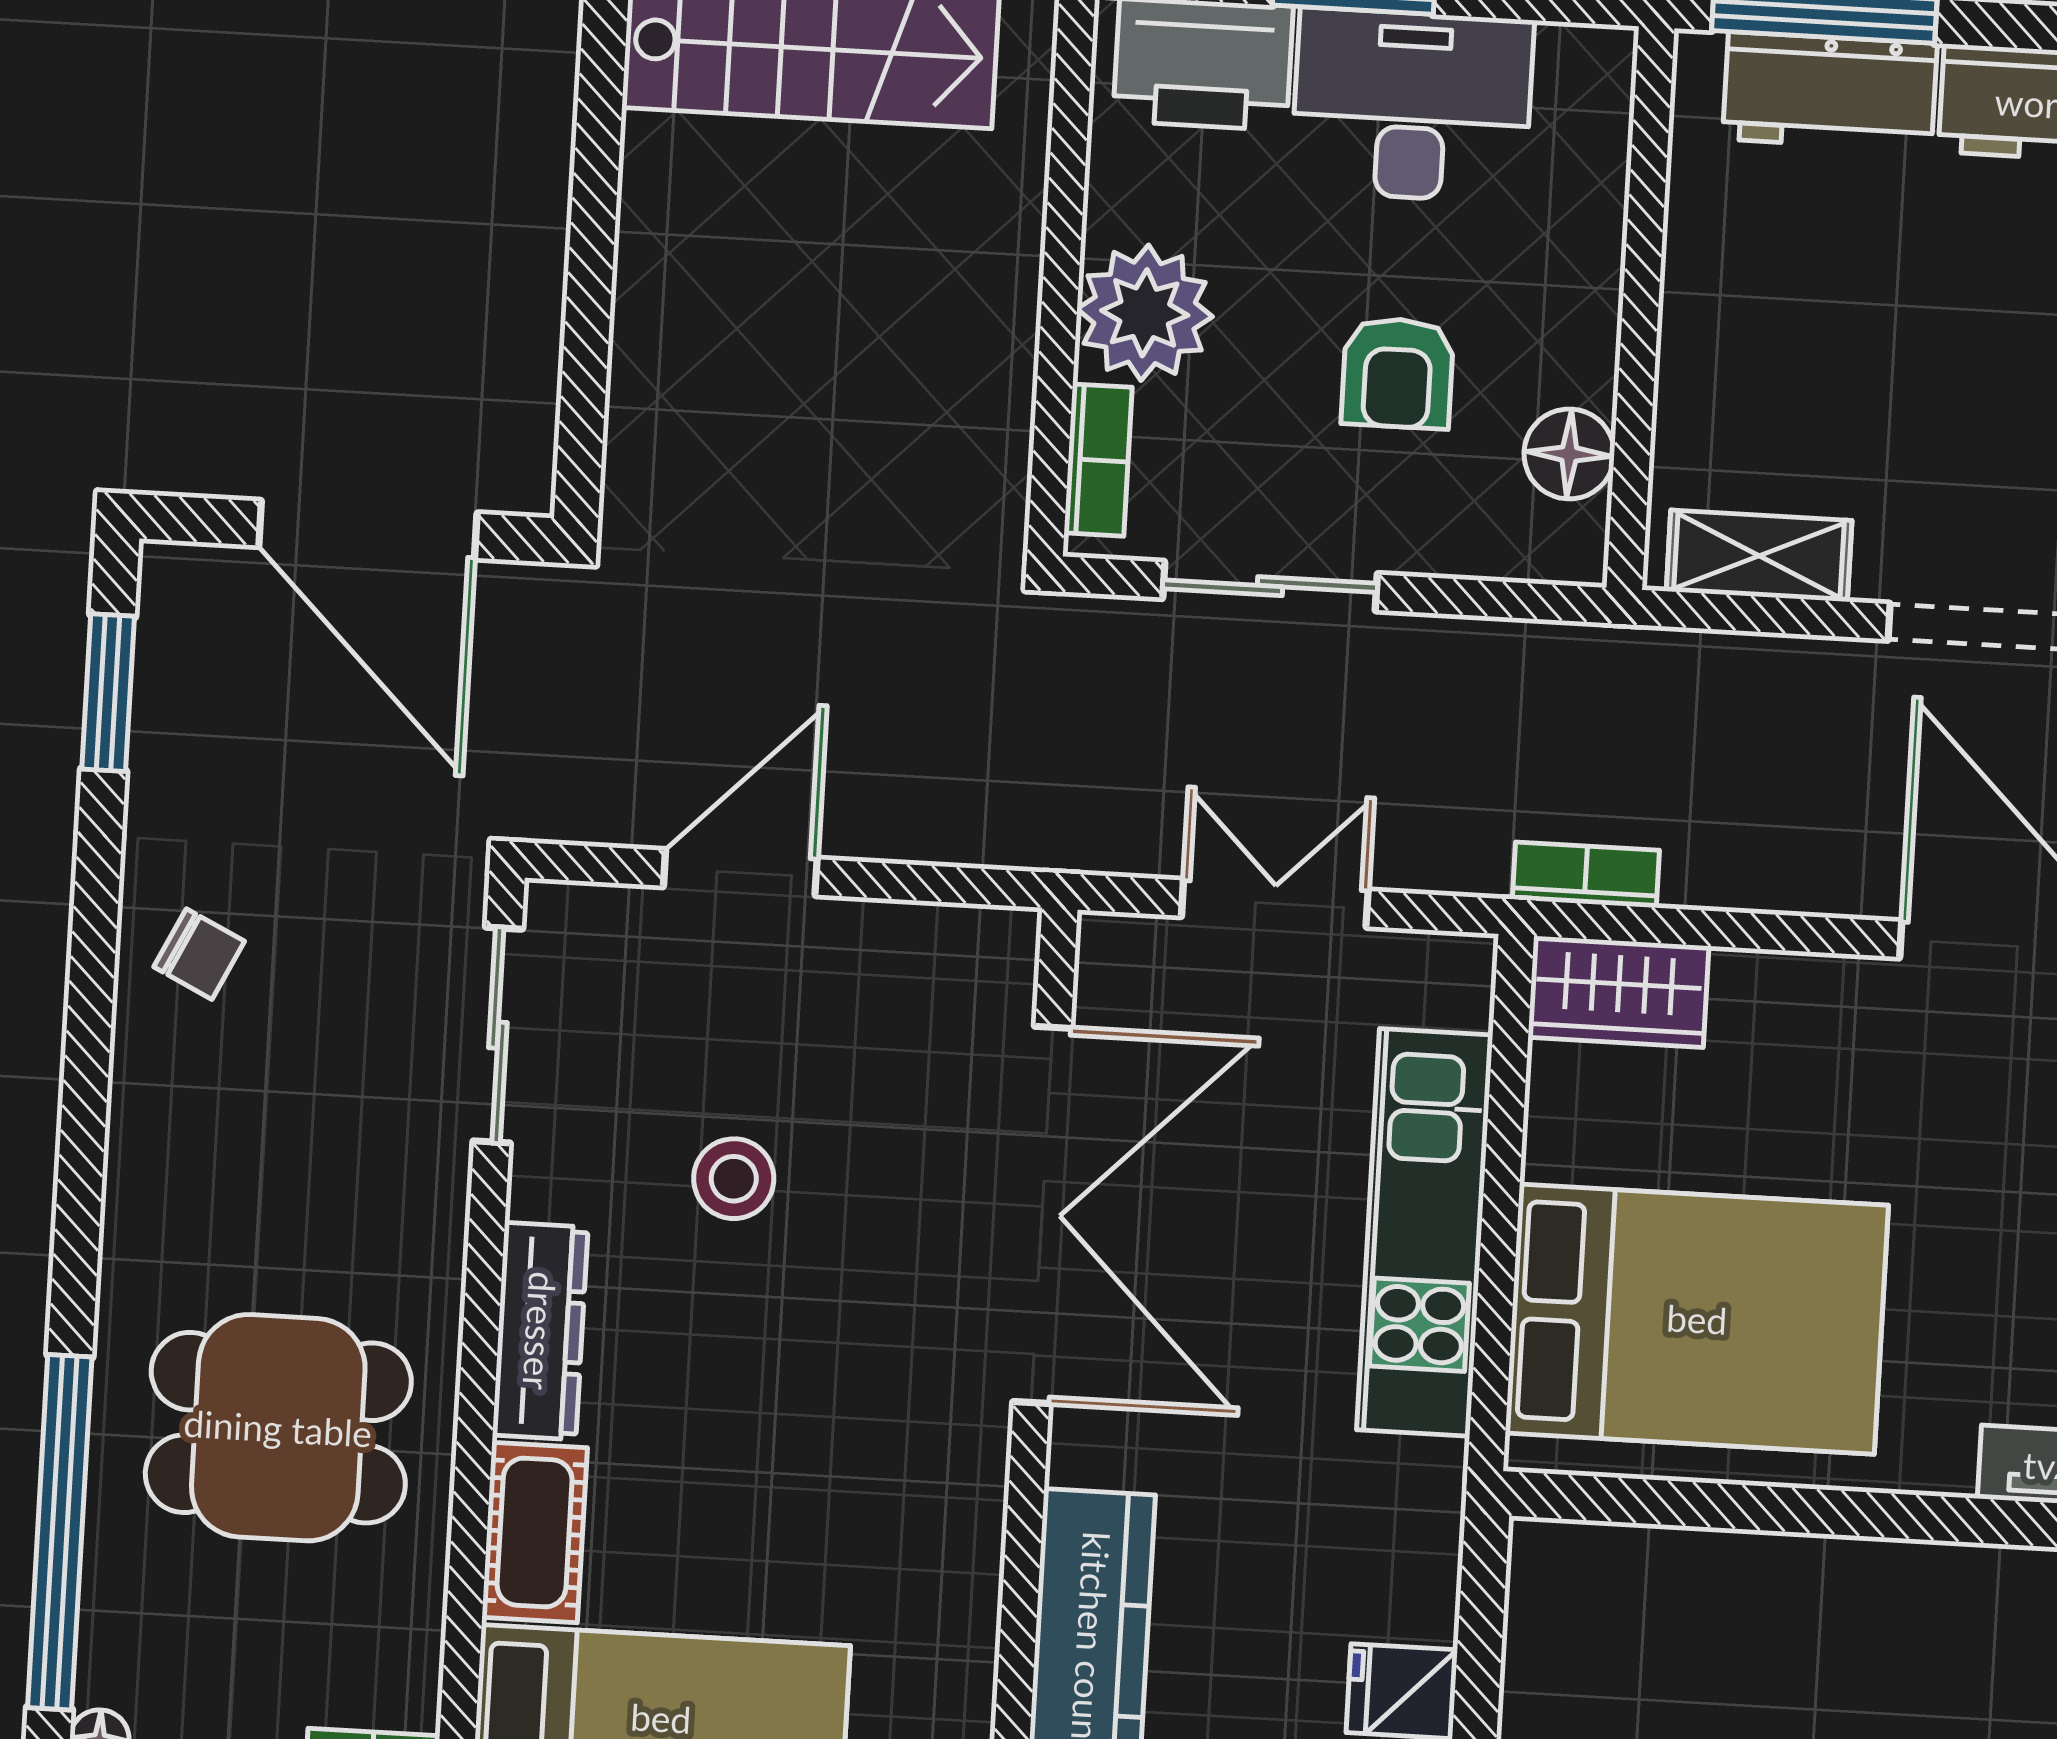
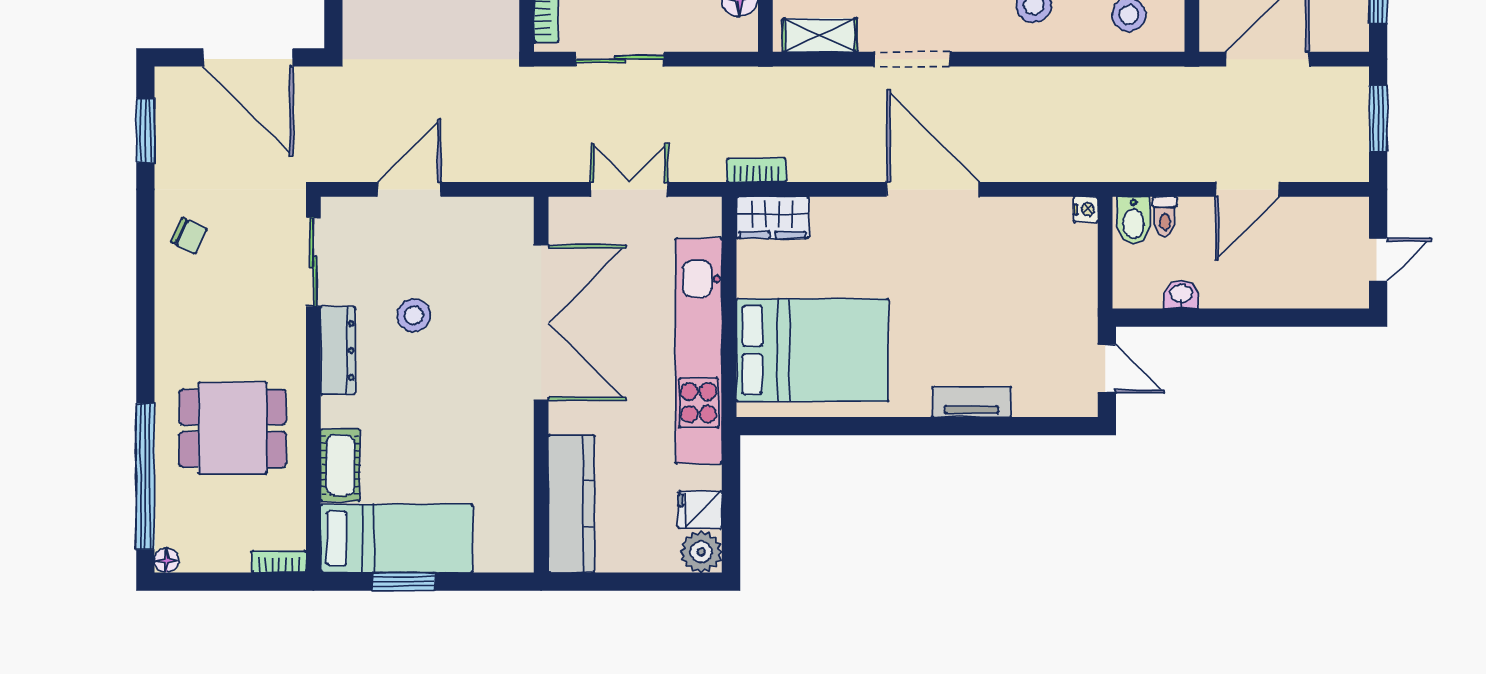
kitchen unit: (1425, 1232) -> (699, 351), width x1.36
dresser: (540, 1331) -> (338, 351), moved

